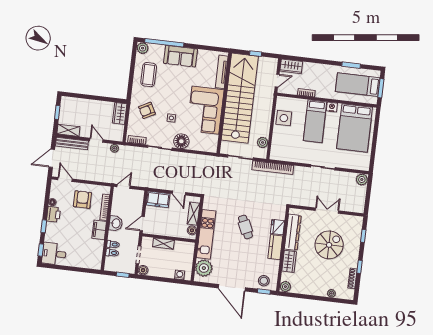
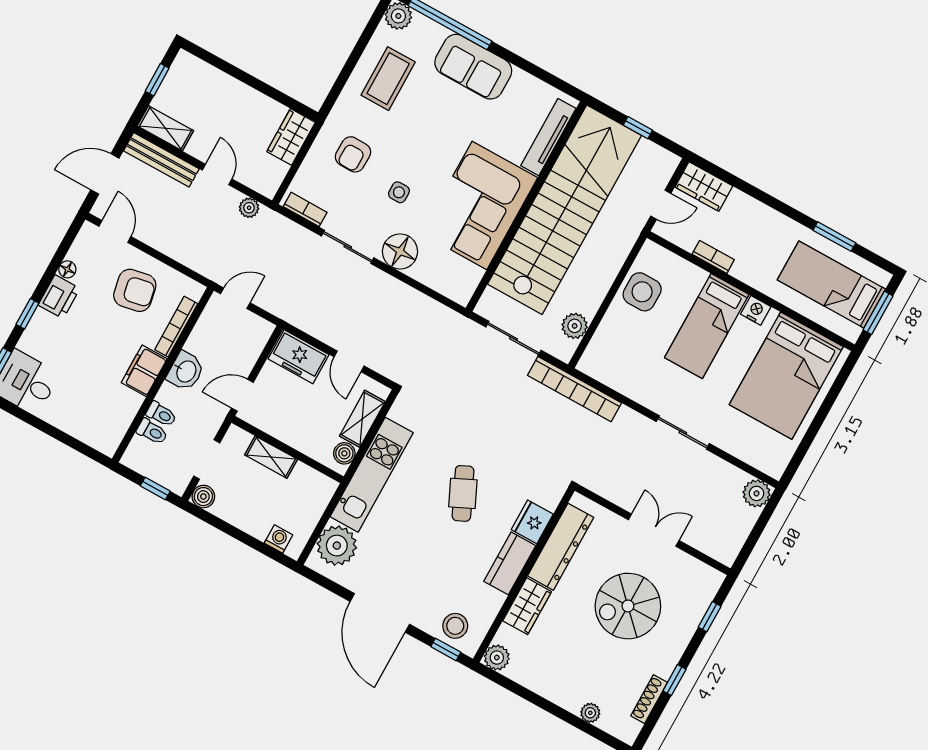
armchair: (147, 110) -> (353, 154), turned -61
armchair: (82, 200) -> (135, 290), turned 79
spiral stairs: (329, 245) -> (628, 606), turned 180

